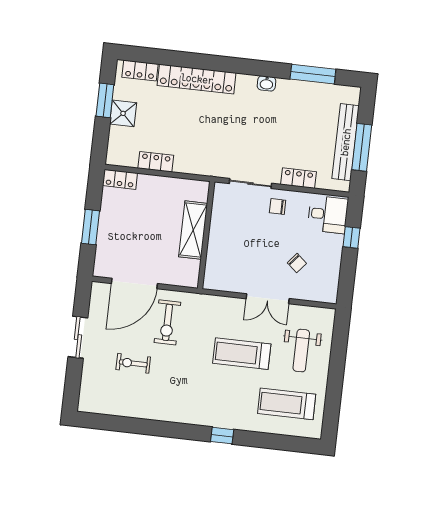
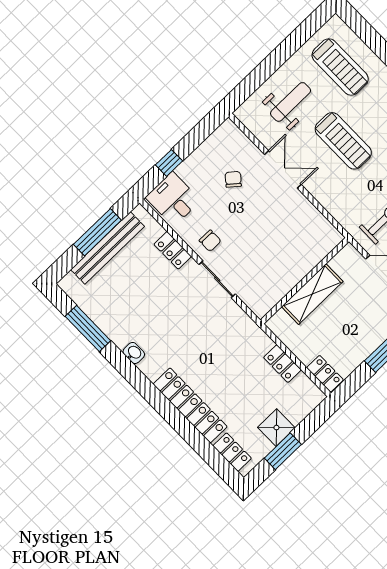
shelving: (193, 230) -> (312, 294), moved
wall: (206, 235) -> (305, 281), moved

